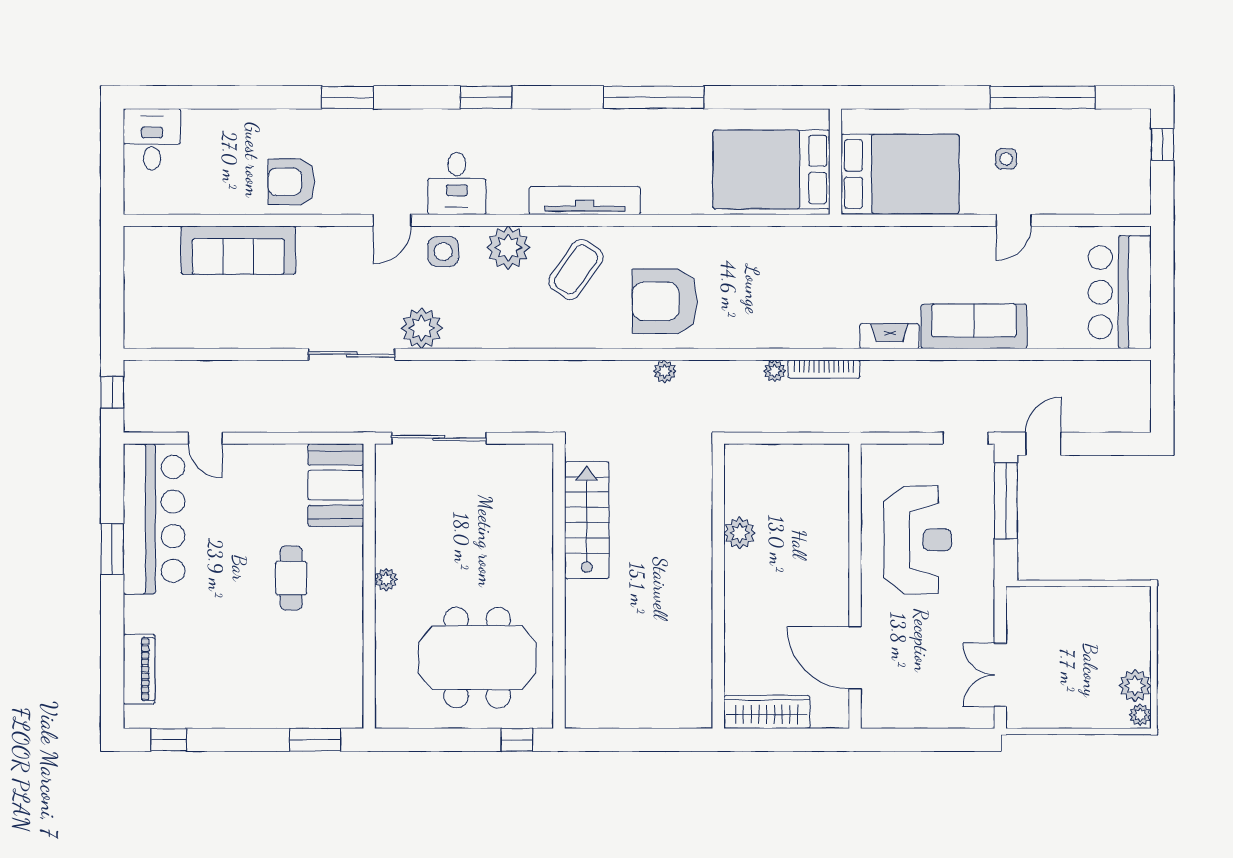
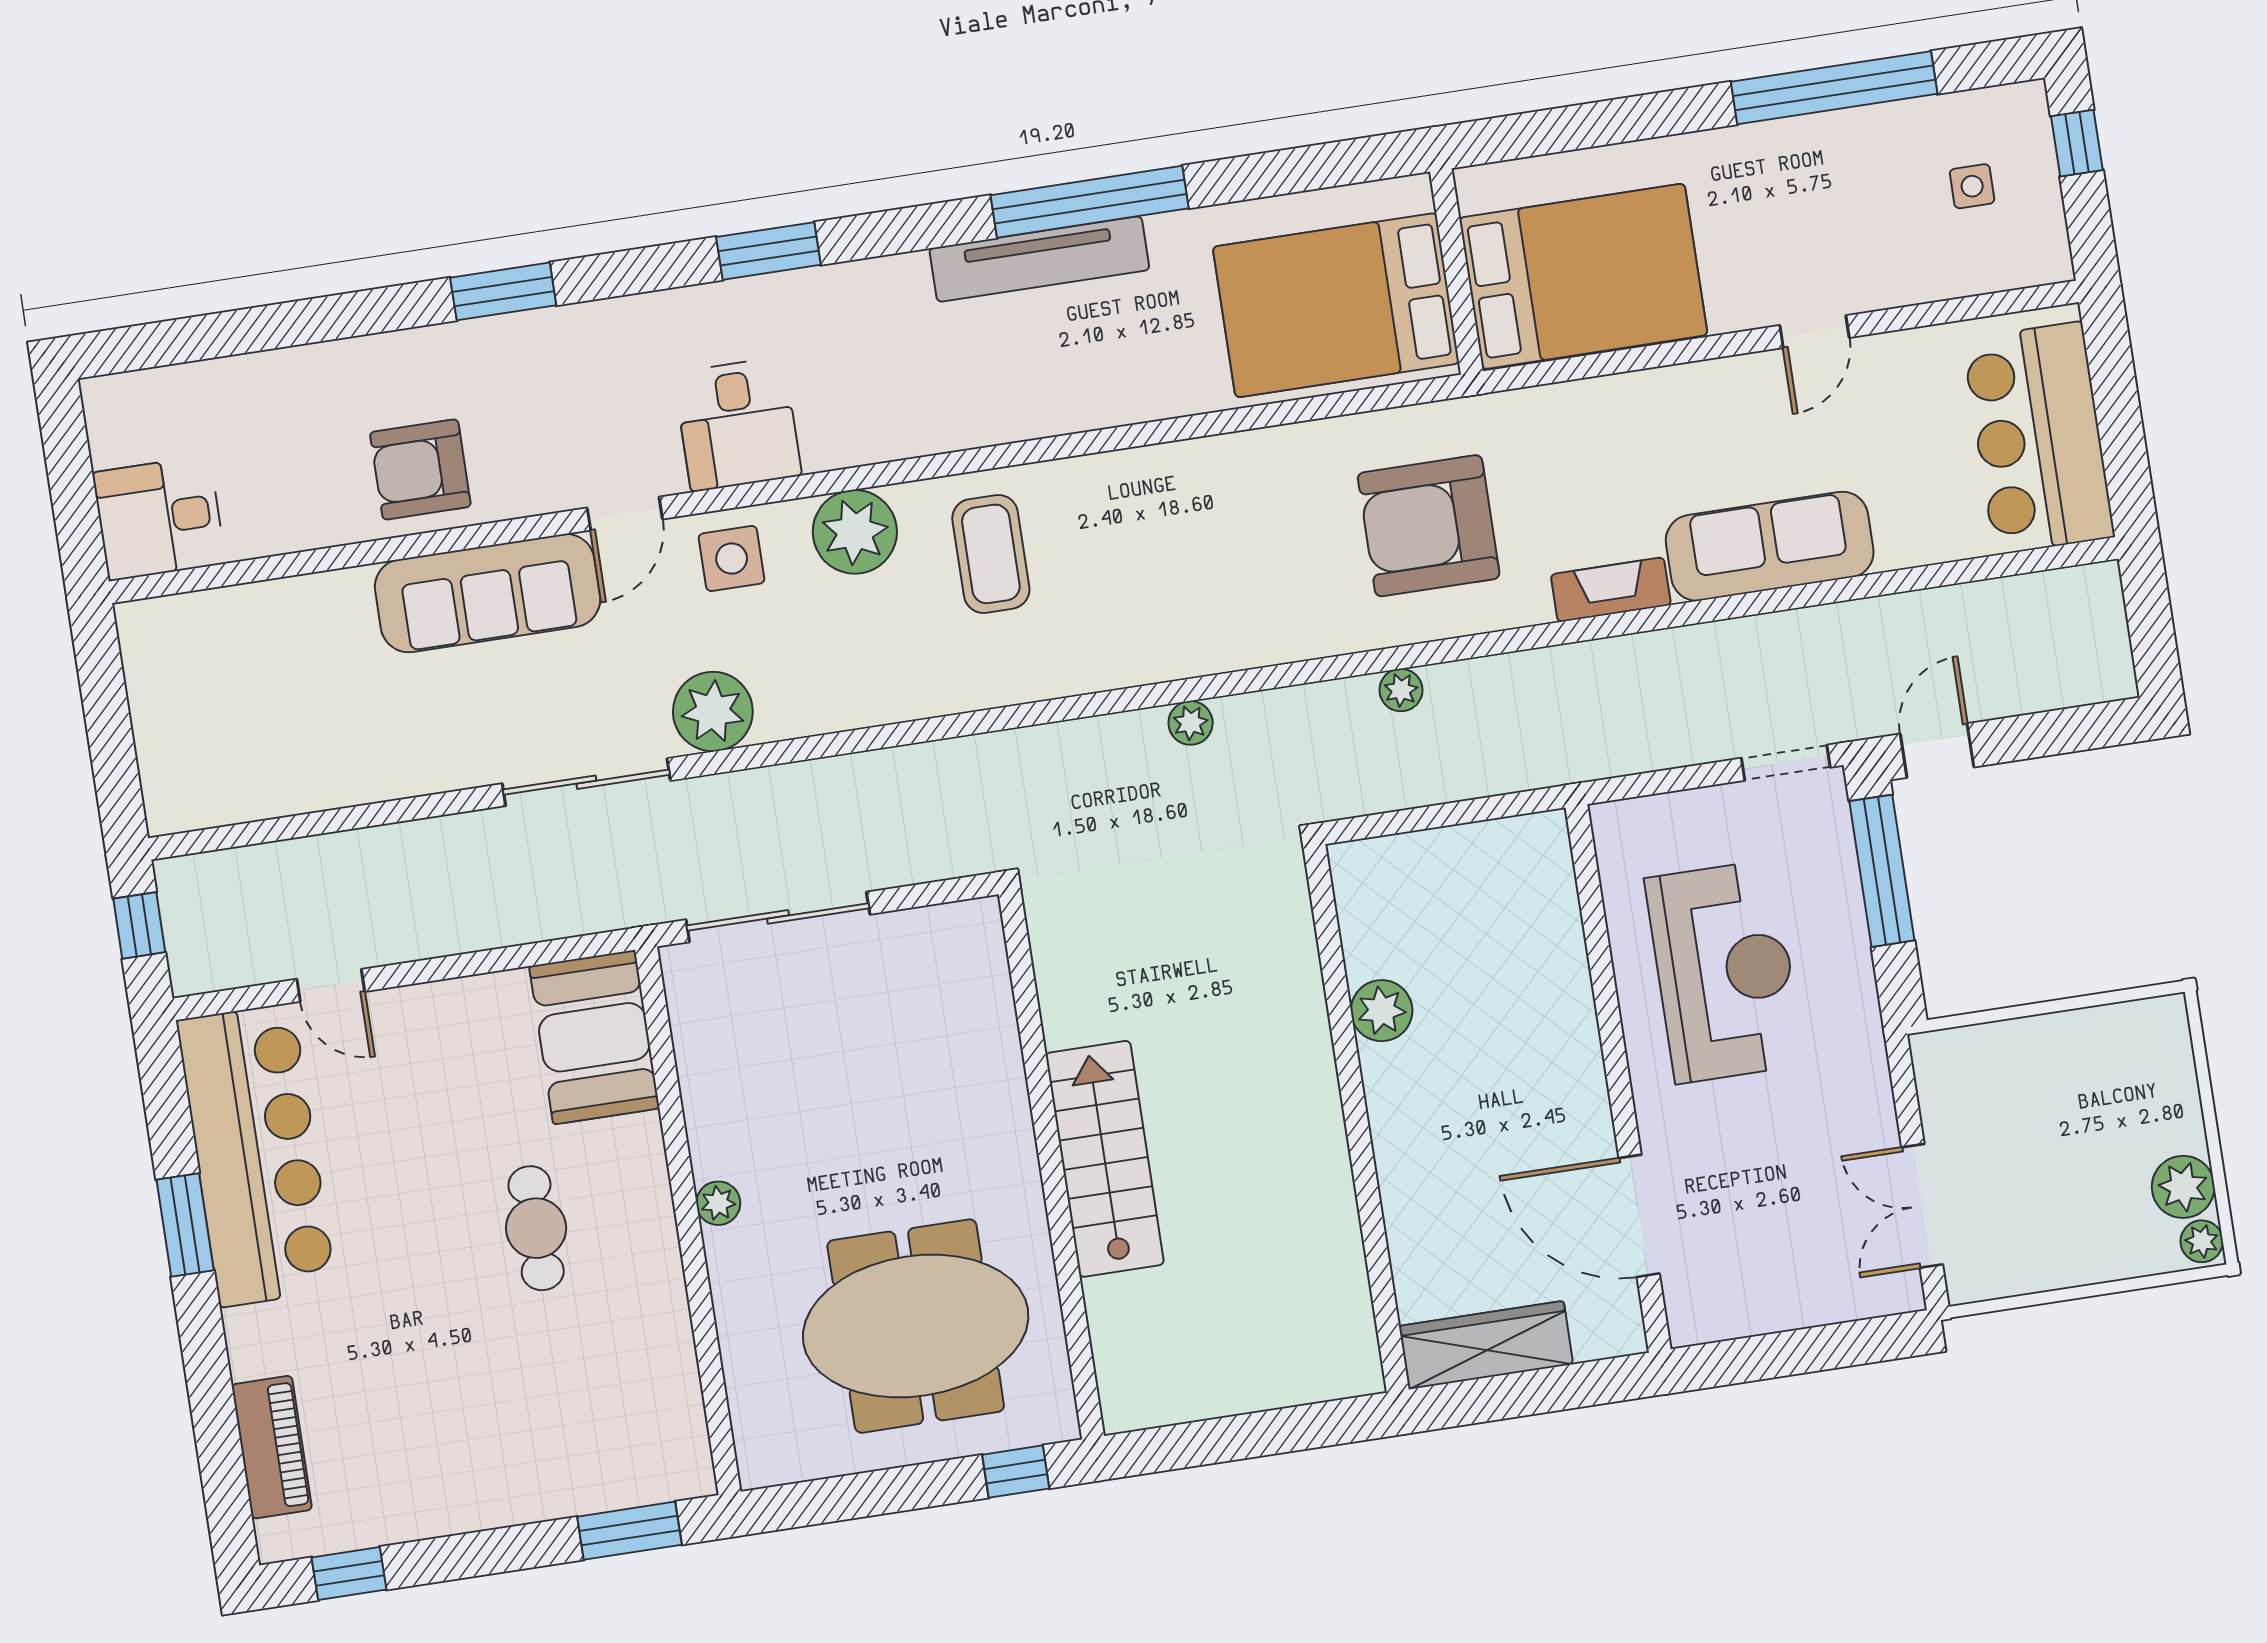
desk: (152, 139) -> (159, 518), moved, turned -90
side table: (1006, 159) -> (1972, 186), moved
tv unit: (585, 200) -> (1039, 259), moved, turned 180
sofa: (238, 250) -> (488, 593), moved
coffee table: (576, 269) -> (991, 554), turned -35
armchair: (665, 301) -> (1429, 526), moved
bookcase: (824, 369) -> (1495, 672), removed
stairs: (587, 520) -> (1105, 1159), moved

